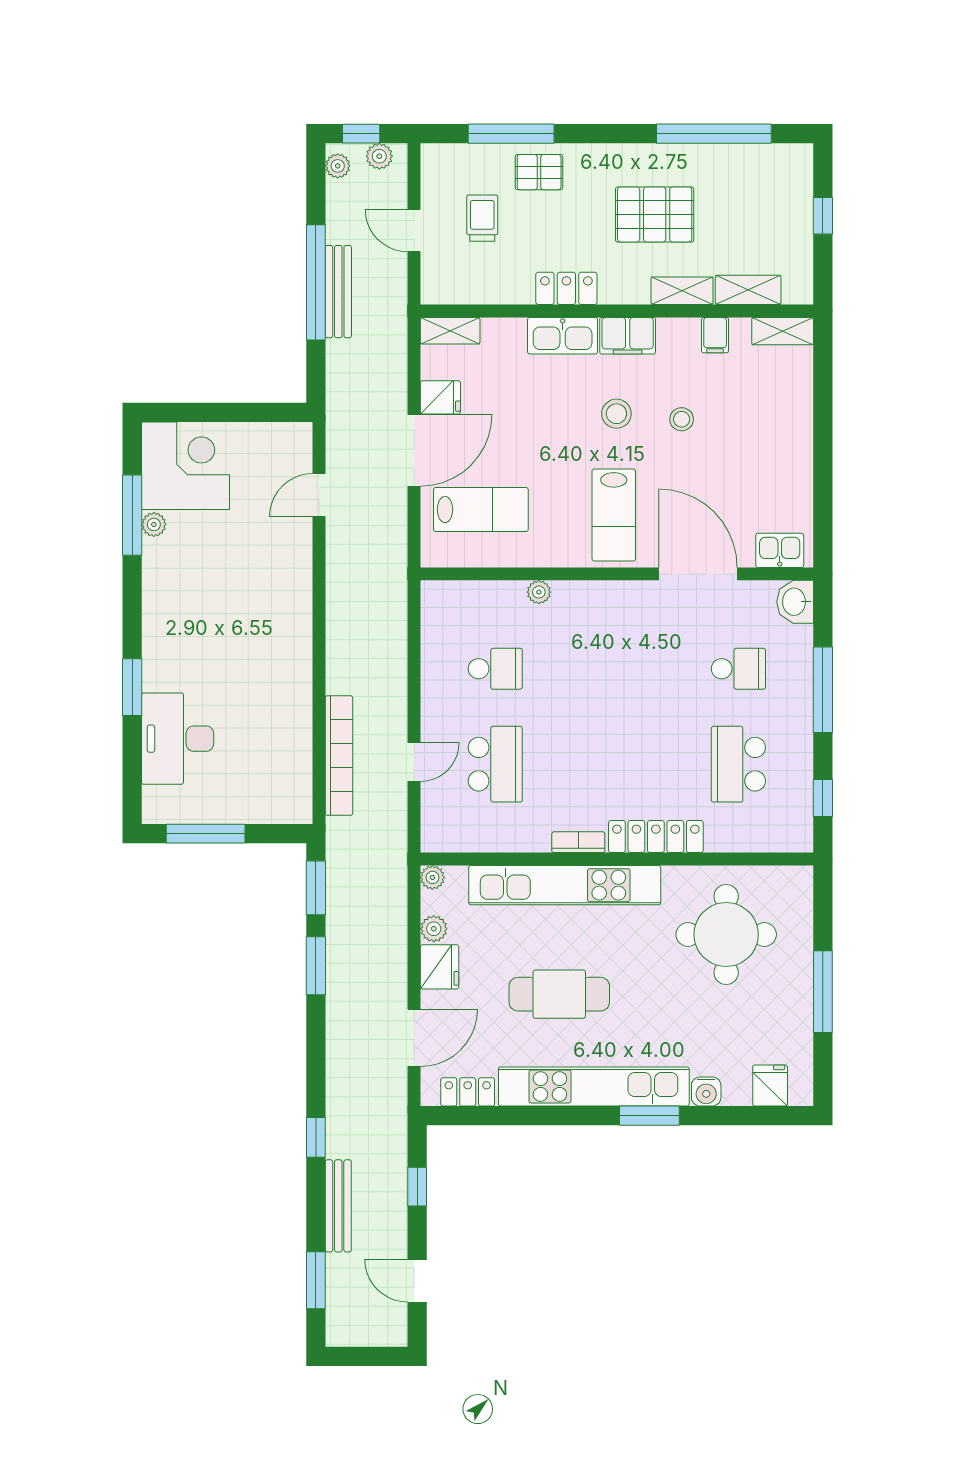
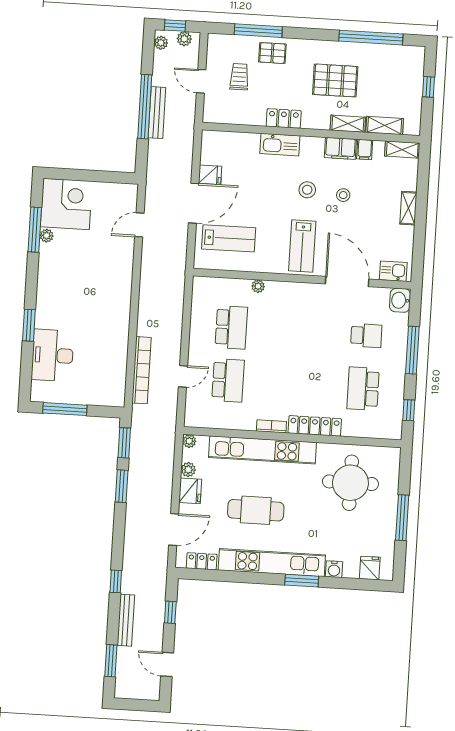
shelving: (450, 331) -> (408, 208), moved, turned 90
filing cabinet: (628, 336) -> (340, 148), moved
school desk: (495, 669) -> (231, 327), width x1.85

